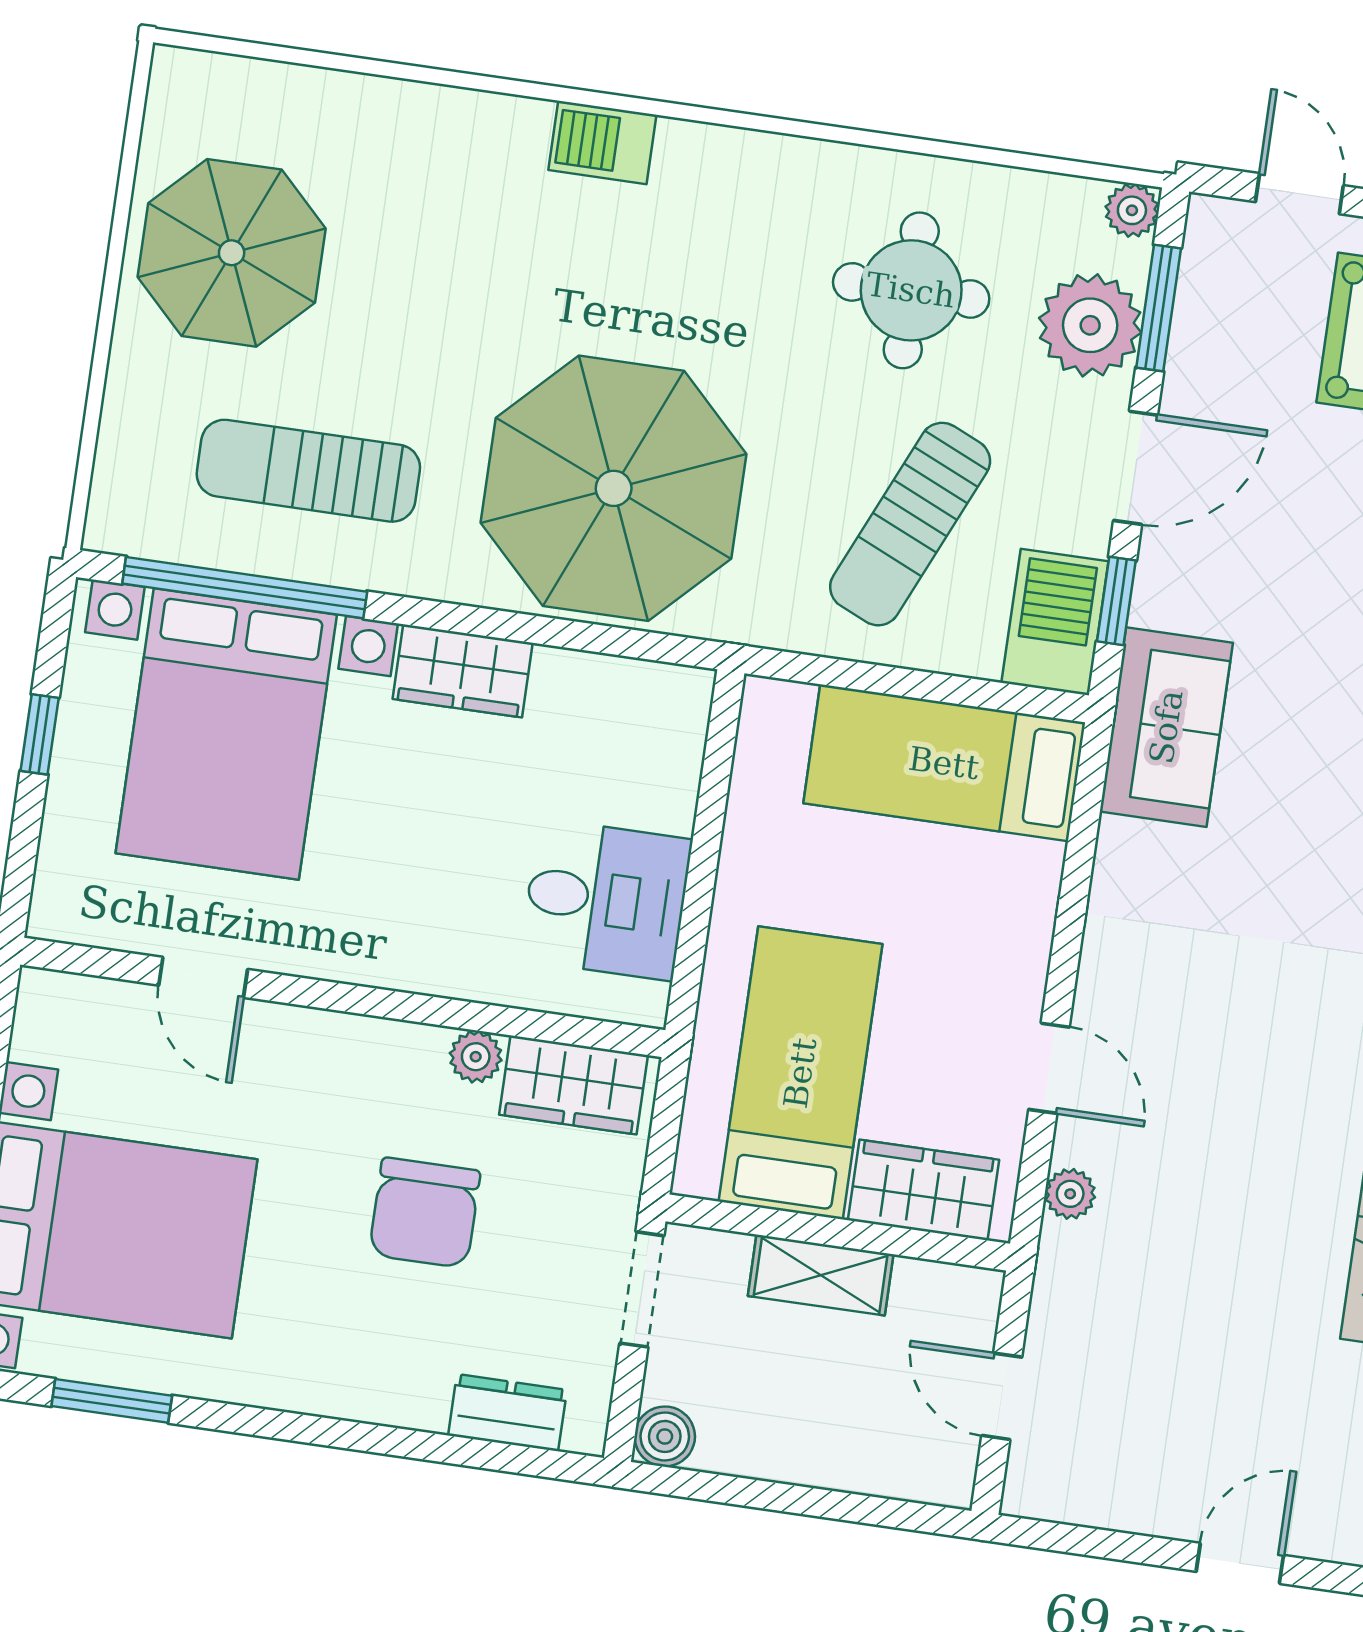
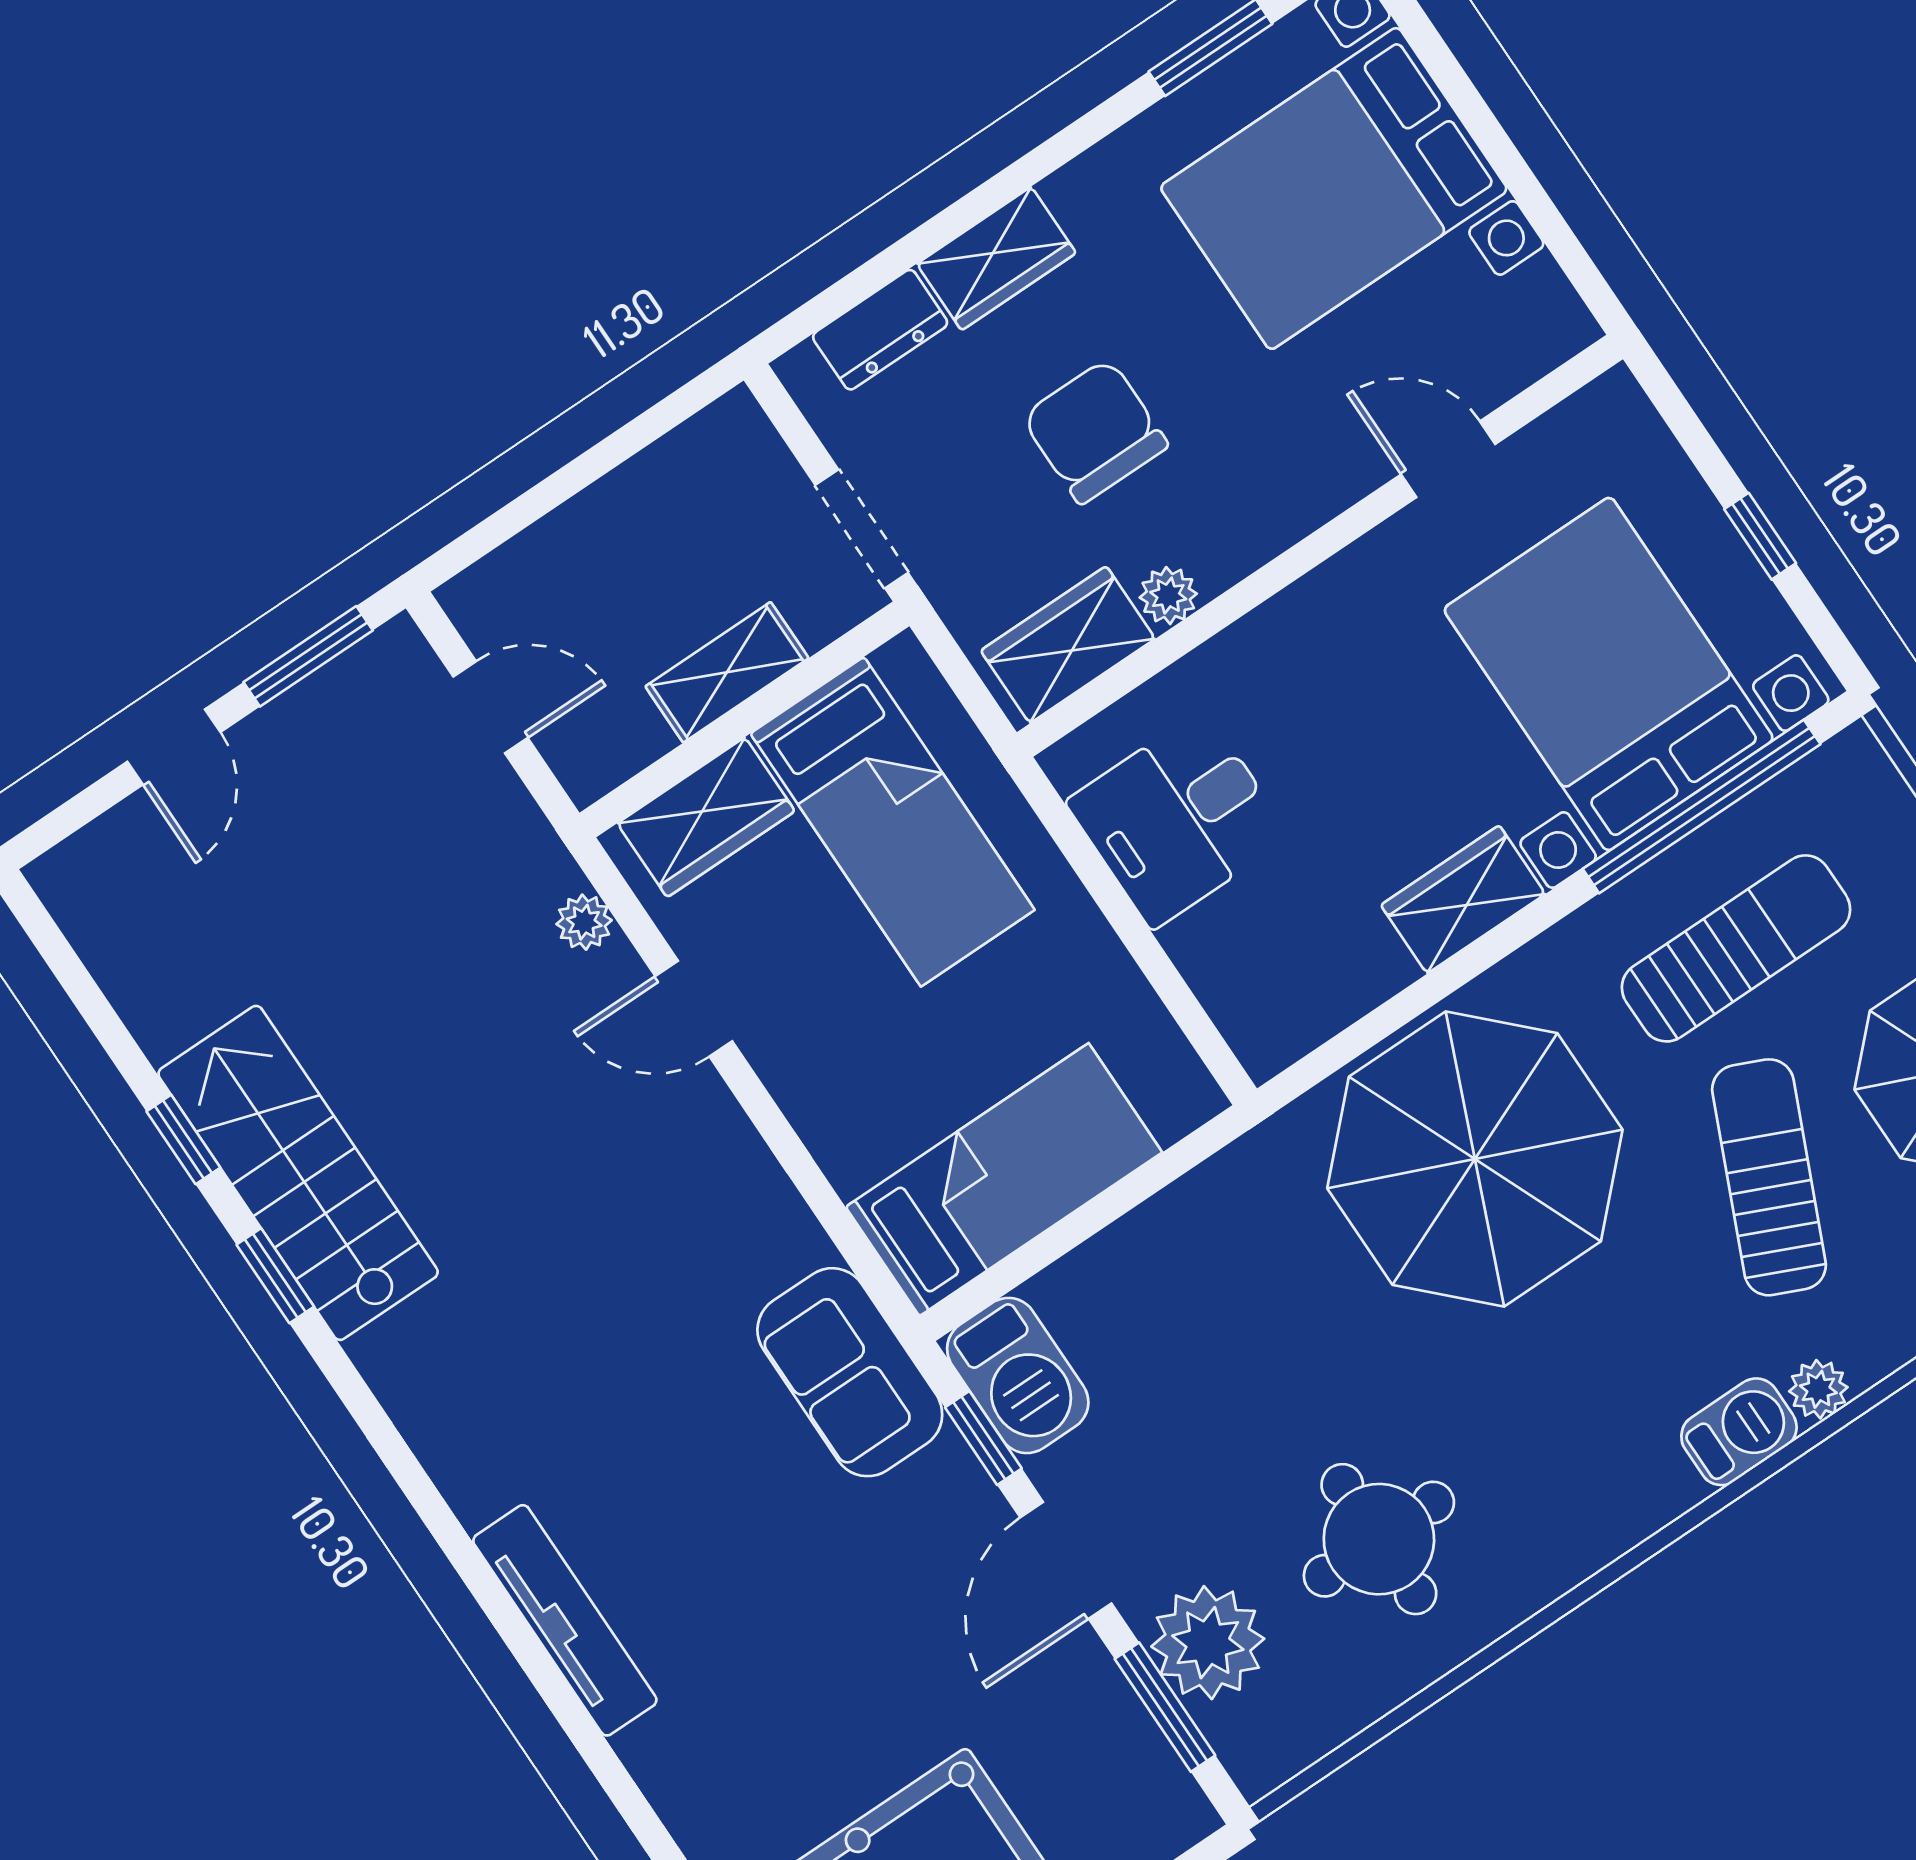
plant: (1132, 210) -> (1818, 1389), moved
sun lounger: (910, 524) -> (1769, 1177), moved
wardrobe: (385, 1390) -> (996, 259), added
boiler: (665, 1436) -> (735, 426), removed
window: (1094, 1542) -> (308, 656), added

